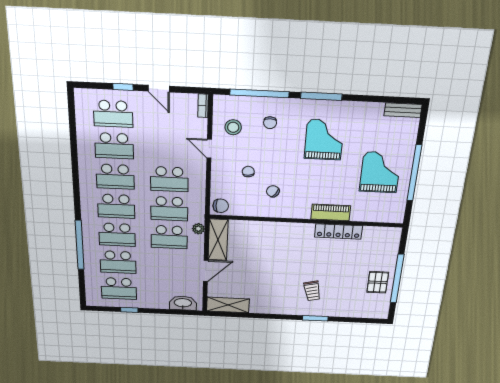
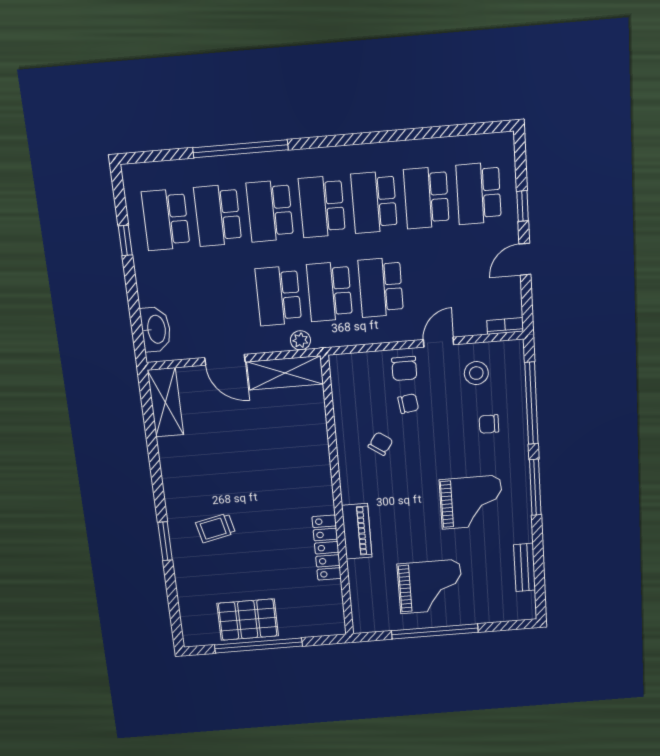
bench: (403, 110) -> (525, 567), moved
chair: (221, 206) -> (404, 369), moved
pallet: (378, 282) -> (248, 620), width x1.50, depth x1.42

